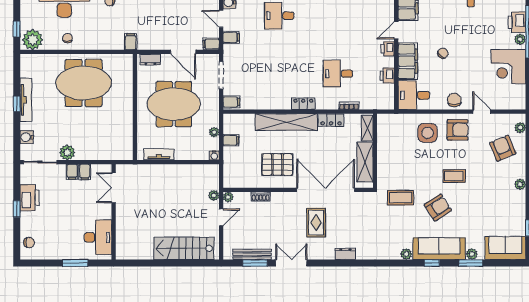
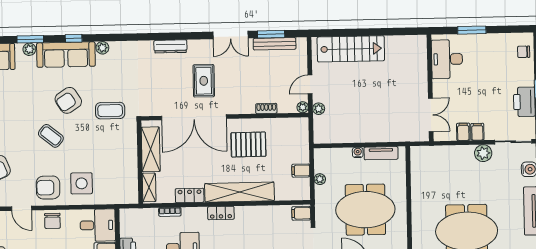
water cooler: (214, 155) -> (358, 152), moved
coffee table: (454, 176) -> (51, 136), turned 39
dresser: (345, 254) -> (170, 46), width x1.44

